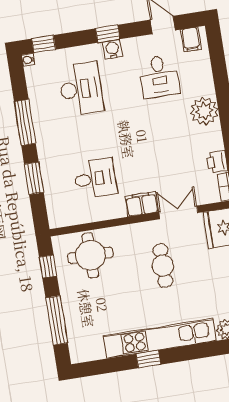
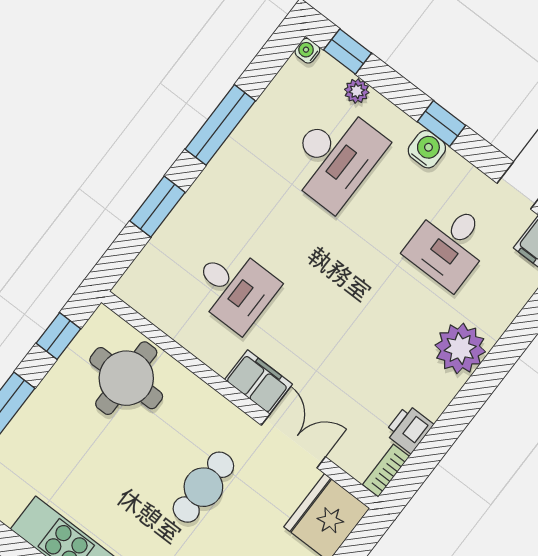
plant: (63, 55) -> (357, 91), added

